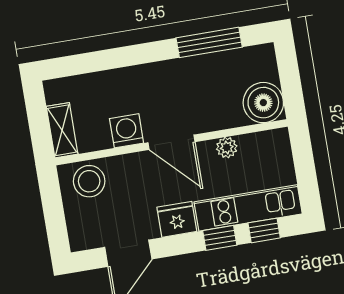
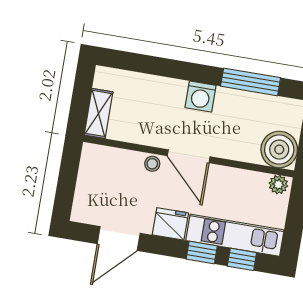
washing machine: (127, 131) -> (201, 96), moved, turned 180
plant: (227, 147) -> (278, 185), moved
stool: (89, 181) -> (152, 164), moved, width x0.53, depth x0.53

